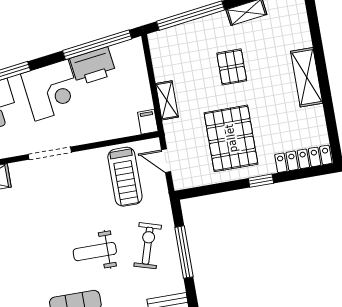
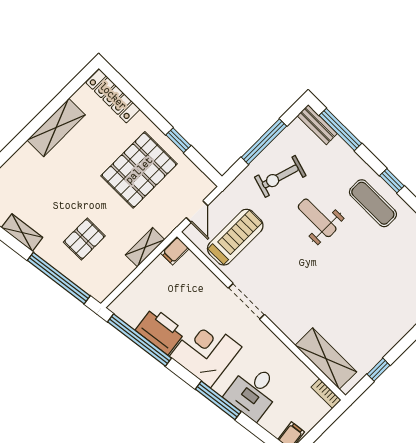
pallet: (232, 67) -> (84, 239), moved
shelving: (307, 77) -> (56, 127), moved
doorway: (50, 153) -> (246, 301), moved
window: (261, 181) -> (178, 140), moved
weight bench: (95, 252) -> (317, 218), turned 180

